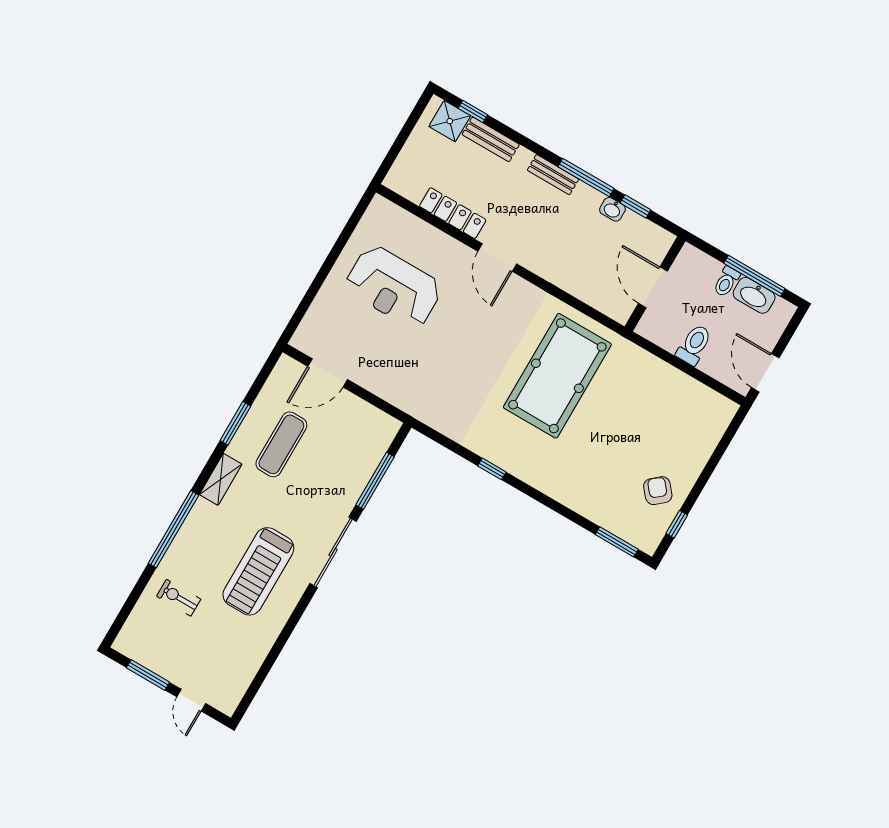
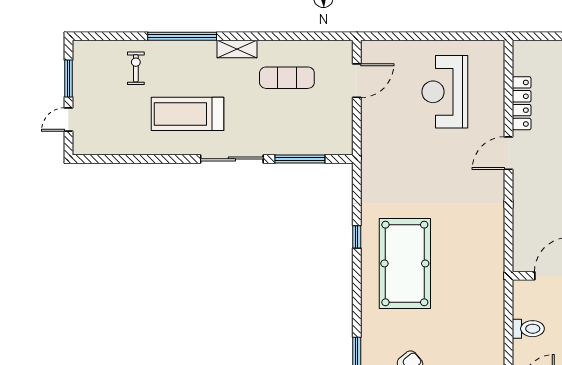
door: (328, 373) -> (357, 81), swing flipped
pool table: (557, 376) -> (405, 263), moved, turned 90
window: (235, 423) -> (283, 36), removed

